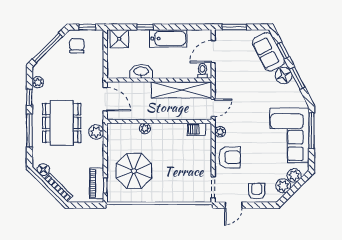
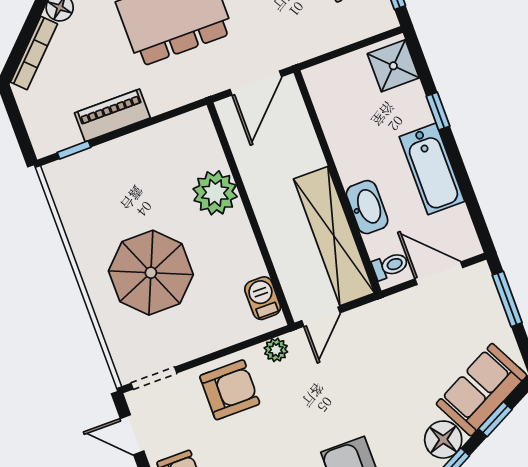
washbasin: (141, 72) -> (367, 207), moved
door: (213, 108) -> (321, 317), hinge flipped
plant: (145, 128) -> (215, 193), width x1.88, depth x1.88
plant: (96, 132) -> (180, 90), removed
armchair: (230, 157) -> (230, 390), turned -90
parasol: (134, 171) -> (151, 273), moved
piano: (97, 183) -> (112, 115), moved

